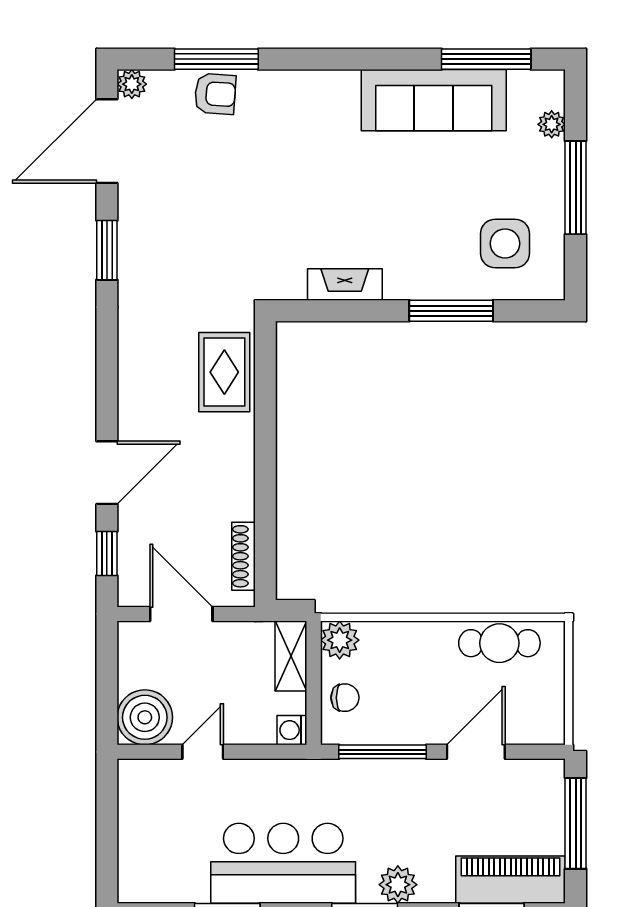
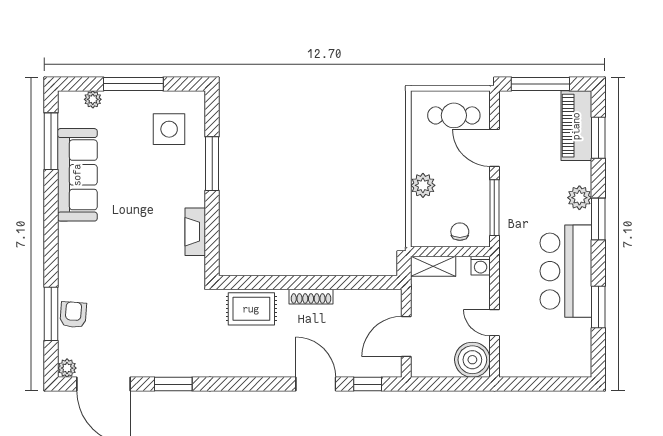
shoe rack: (243, 556) -> (311, 297), moved
plant: (340, 640) -> (423, 185), moved
cafe table: (499, 643) -> (454, 115), moved, turned 90

